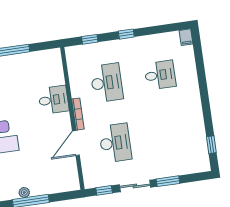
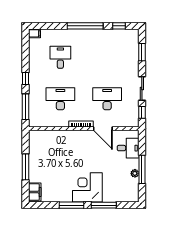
window: (90, 39) -> (25, 107), width x2.17
desk: (53, 100) -> (128, 148), moved, turned 90
window: (205, 101) -> (85, 26), added
window: (168, 181) -> (142, 52), moved

